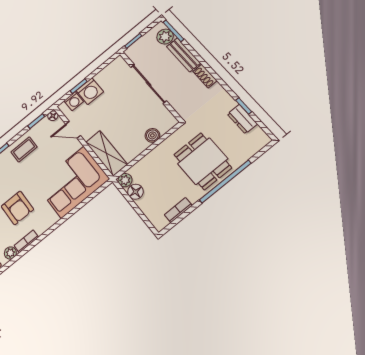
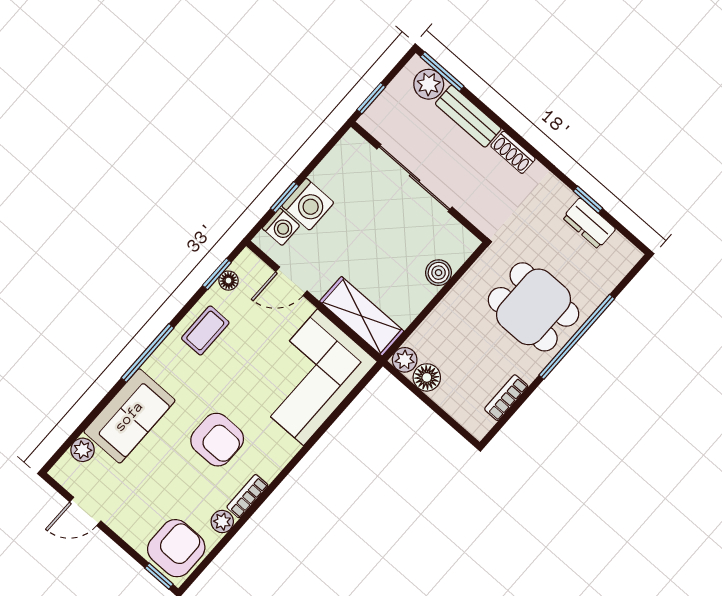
floor lamp: (53, 116) -> (228, 281), moved

